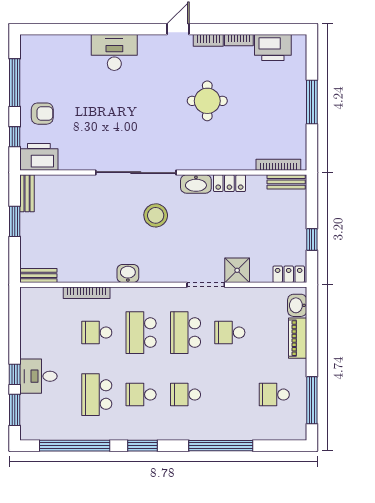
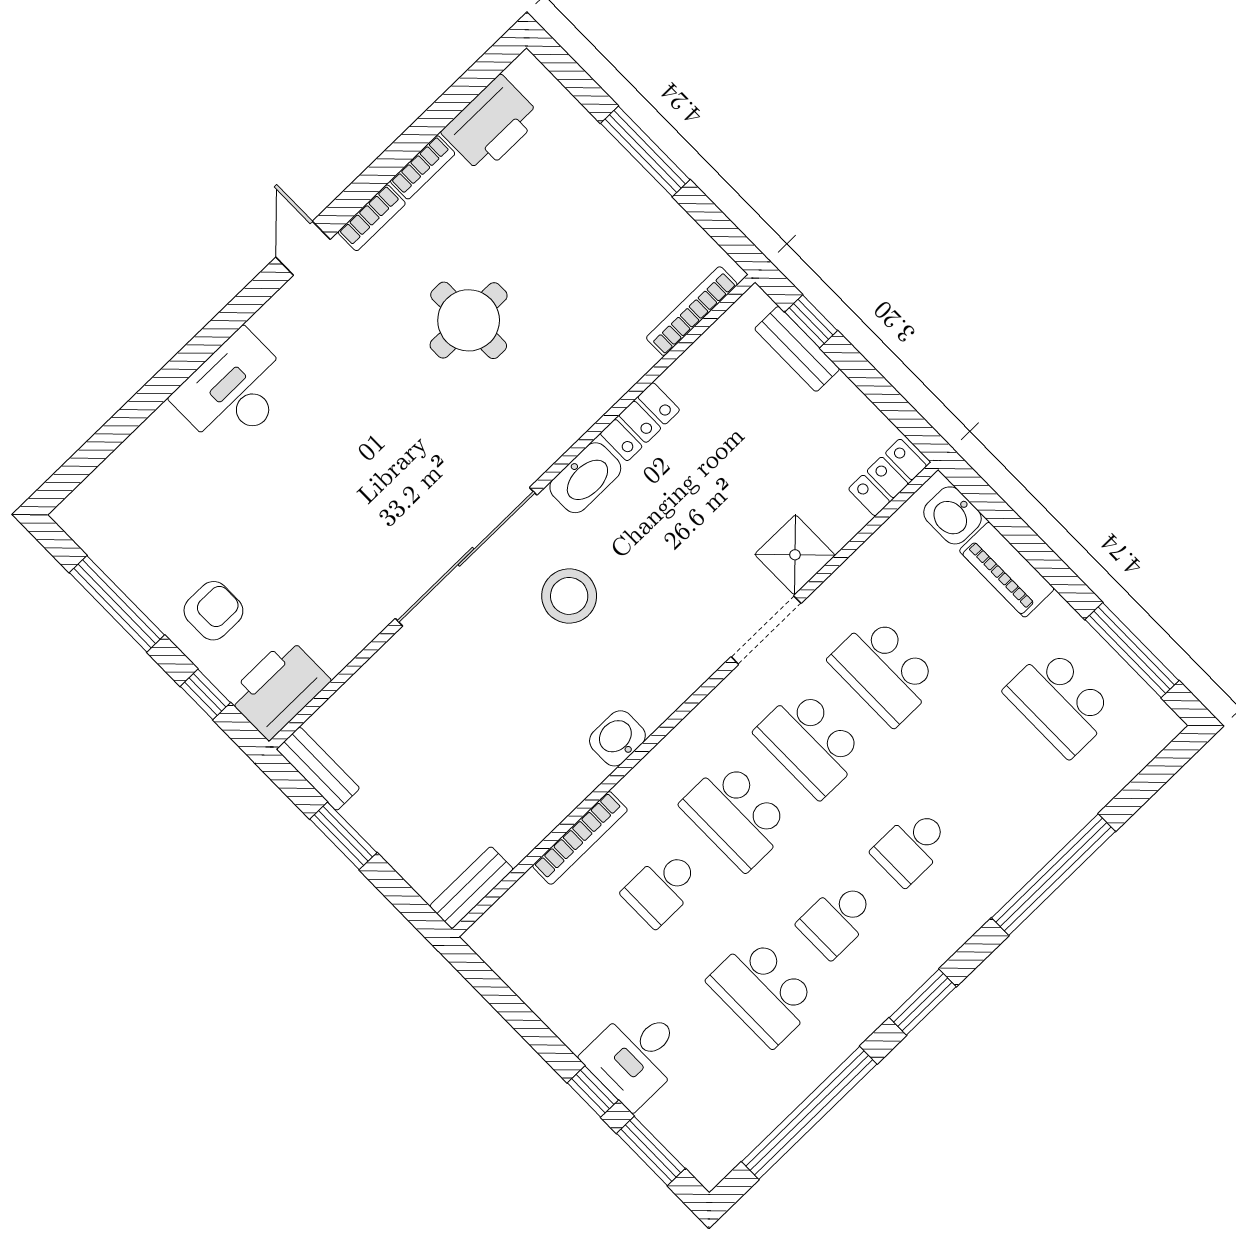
bench: (286, 182) -> (797, 349), moved, turned 90
window: (312, 239) -> (811, 321), moved
school desk: (230, 333) -> (884, 671), width x1.85
school desk: (274, 395) -> (1060, 702), width x1.85

